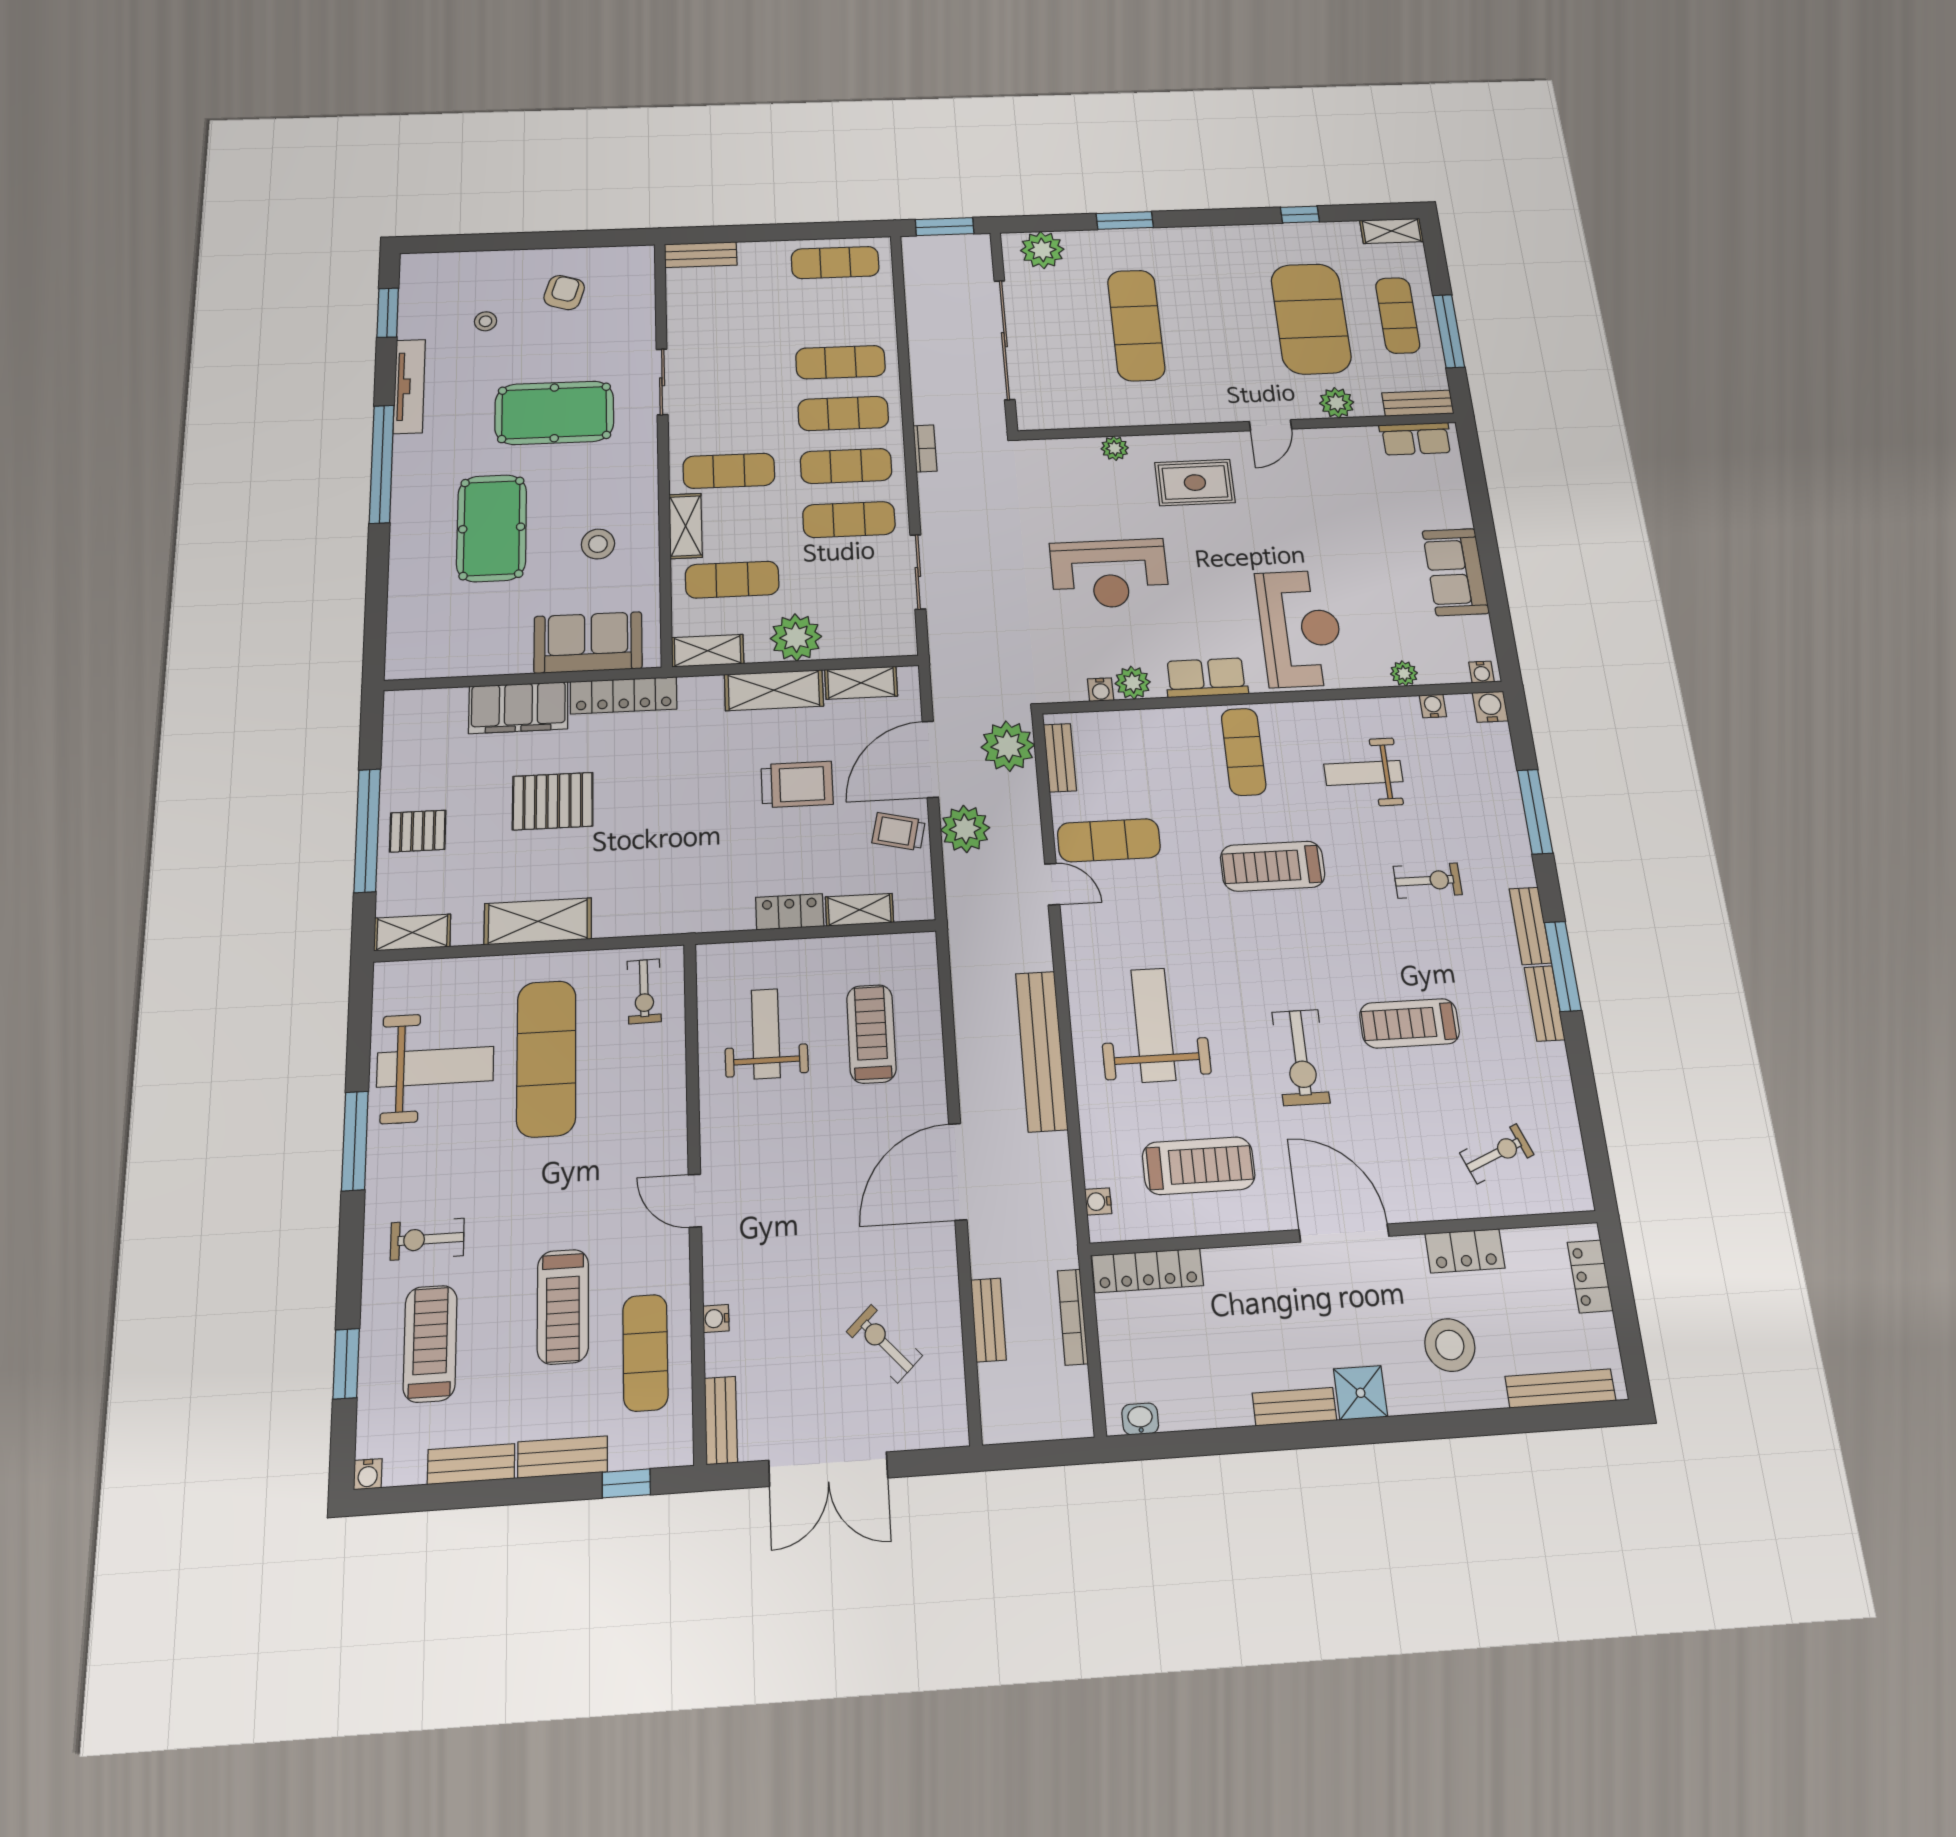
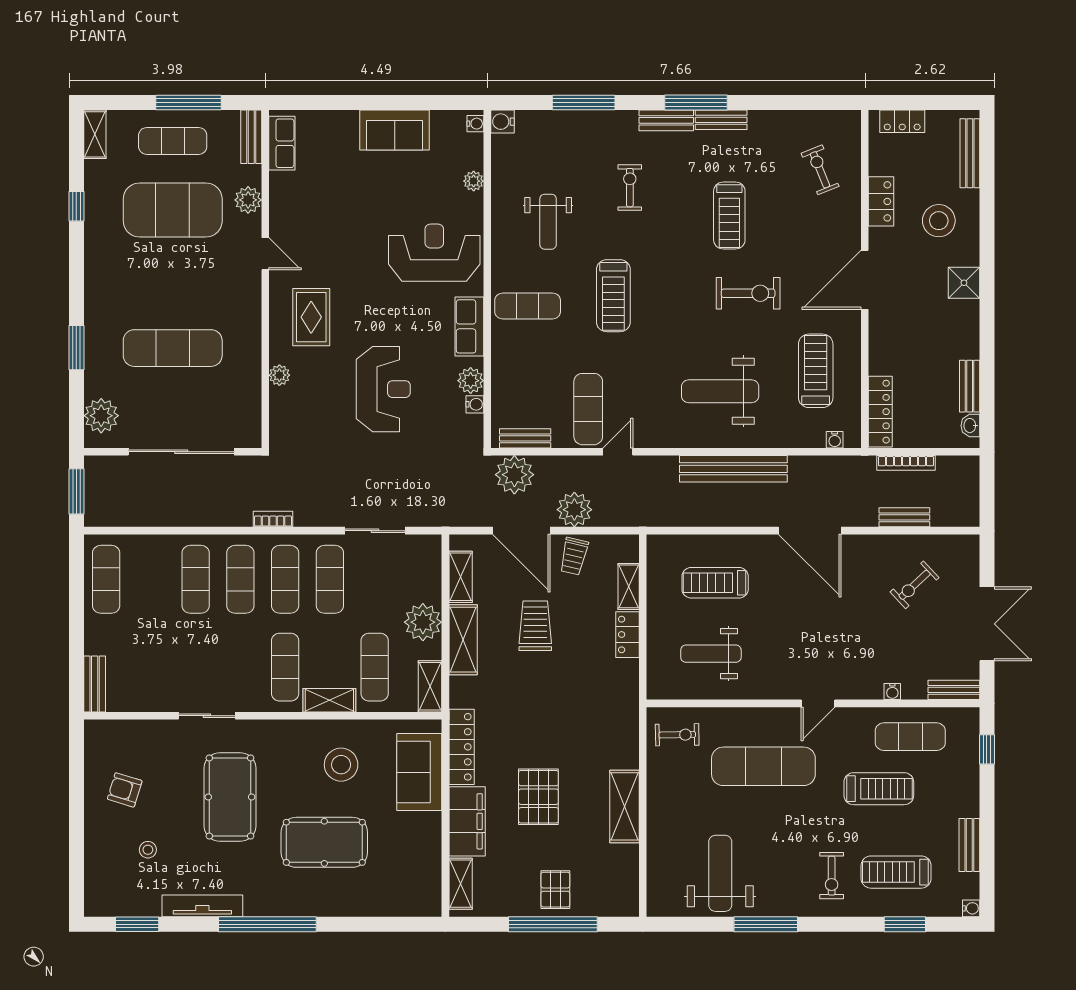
stool: (598, 544) -> (341, 765), width x1.38, depth x1.38
water cooler: (1433, 706) -> (500, 164), removed
shelving: (412, 932) -> (461, 884), moved
exercise mat: (546, 1058) -> (763, 766), moved
bench: (1294, 1407) -> (970, 386), moved
bench: (563, 1457) -> (969, 789), removed

